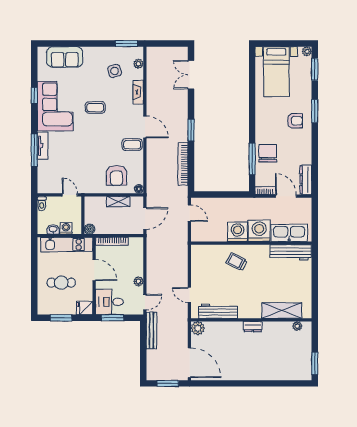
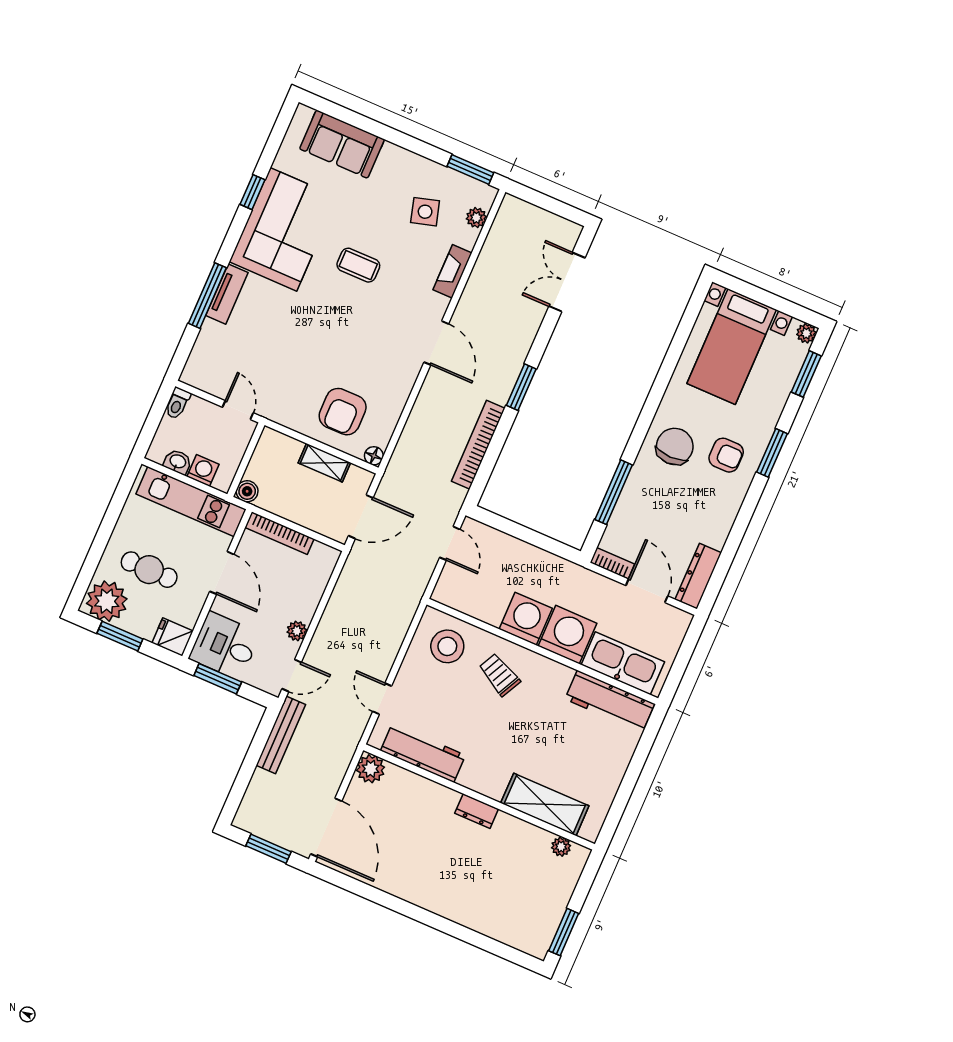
coffee table: (132, 145) -> (398, 366), removed
chair: (268, 153) -> (675, 446), moved
stool: (208, 259) -> (447, 646), added
plant: (49, 305) -> (107, 601), added

